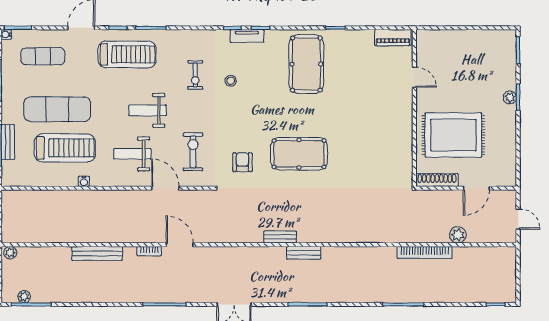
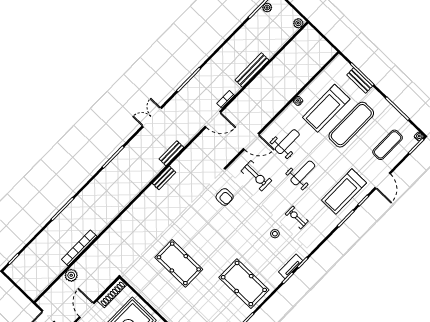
pool table: (299, 154) -> (179, 263), moved, turned 90
bench: (304, 253) -> (171, 153), moved

